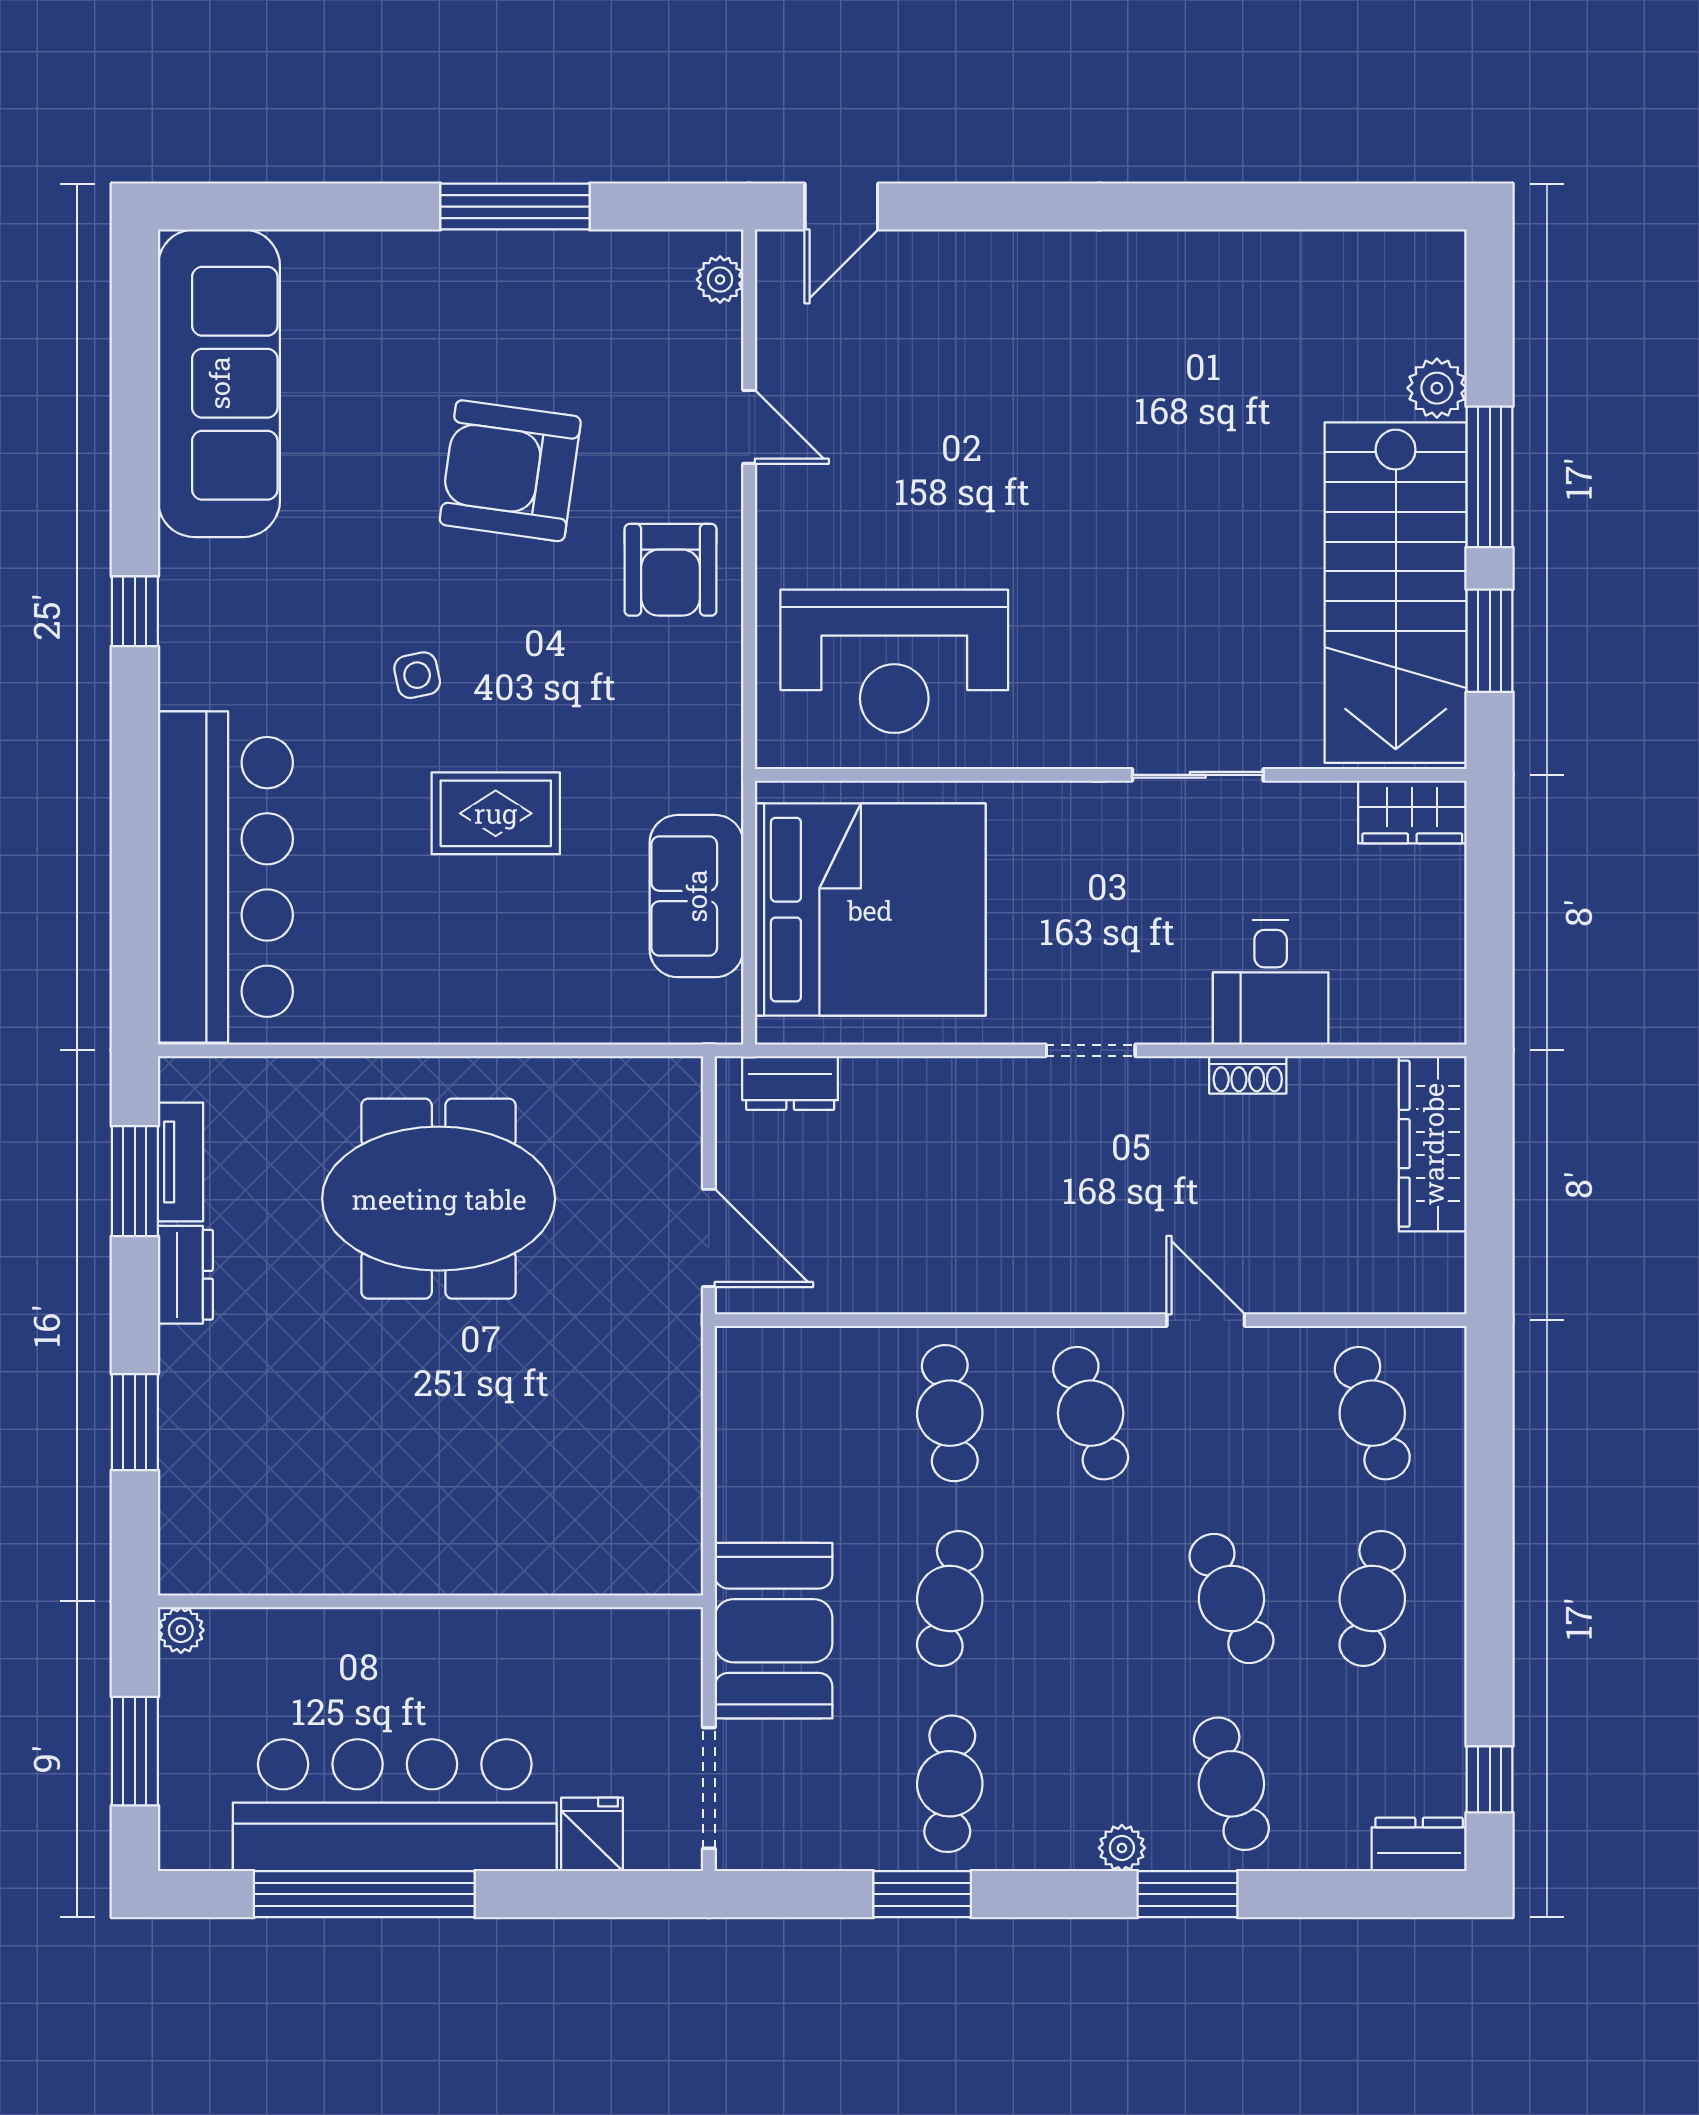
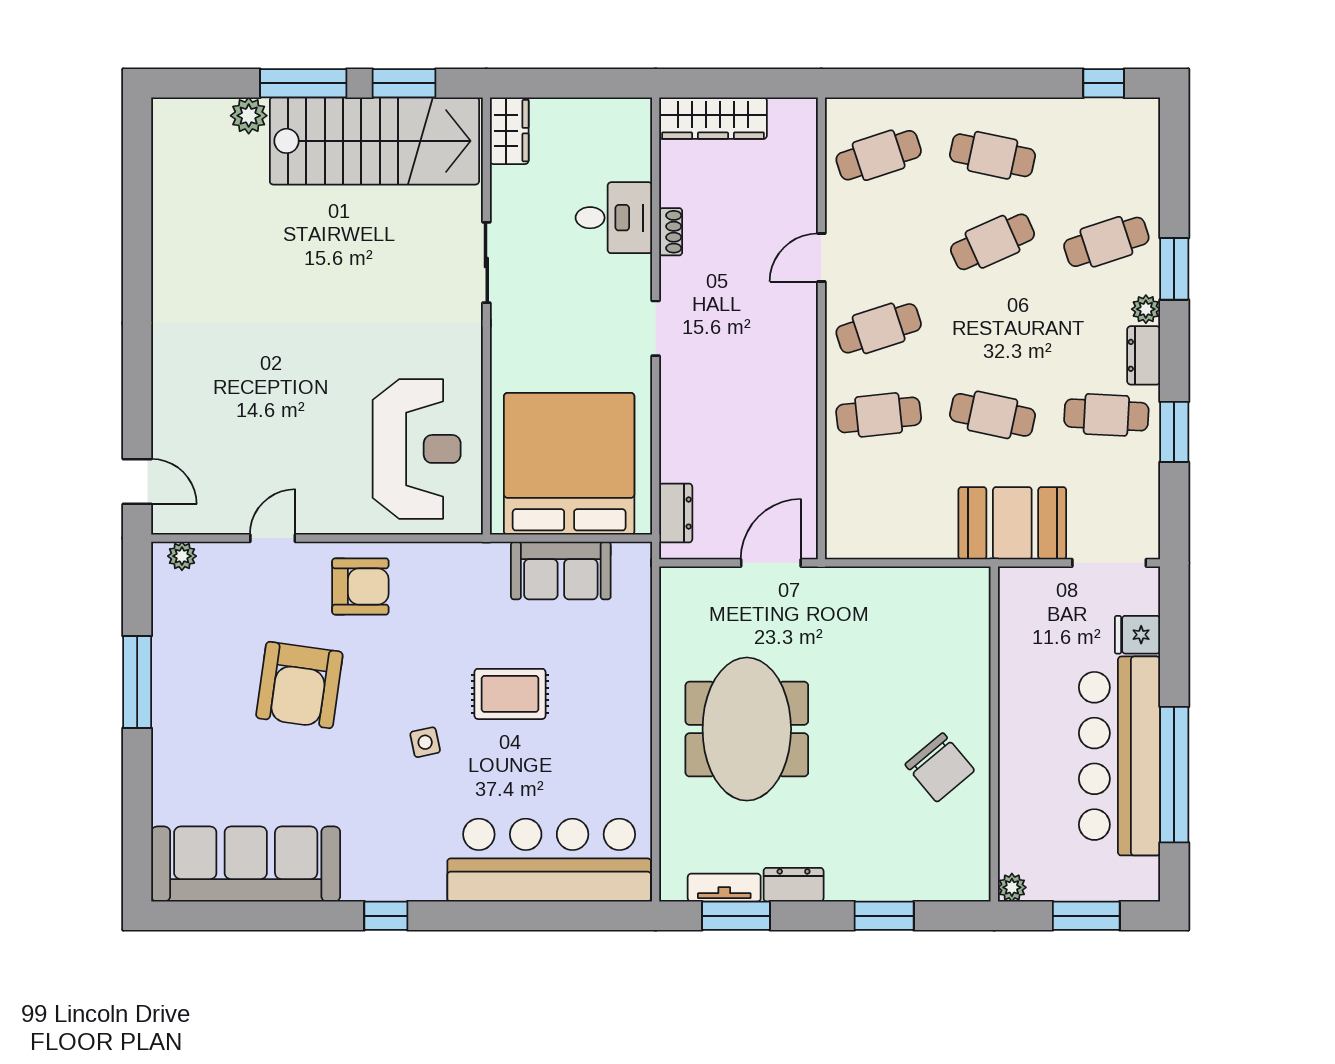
rug: (496, 813) -> (510, 694), turned 90
chair: (376, 1513) -> (940, 767), added
dresser: (1419, 1844) -> (1144, 355), moved

